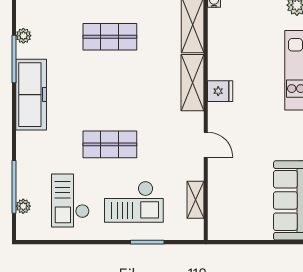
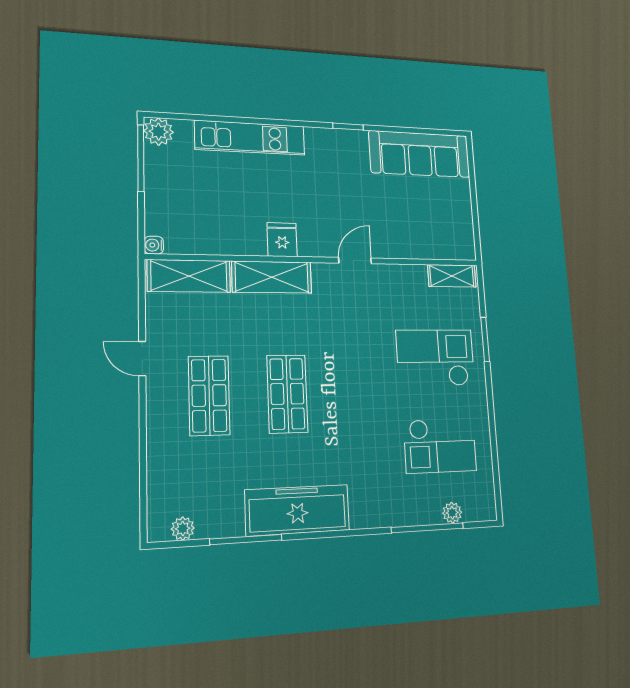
plant: (23, 36) -> (183, 529), moved
shop shelf: (110, 144) -> (287, 394), moved
shelving: (195, 200) -> (452, 276), moved
checkout: (134, 202) -> (435, 358), turned -90

